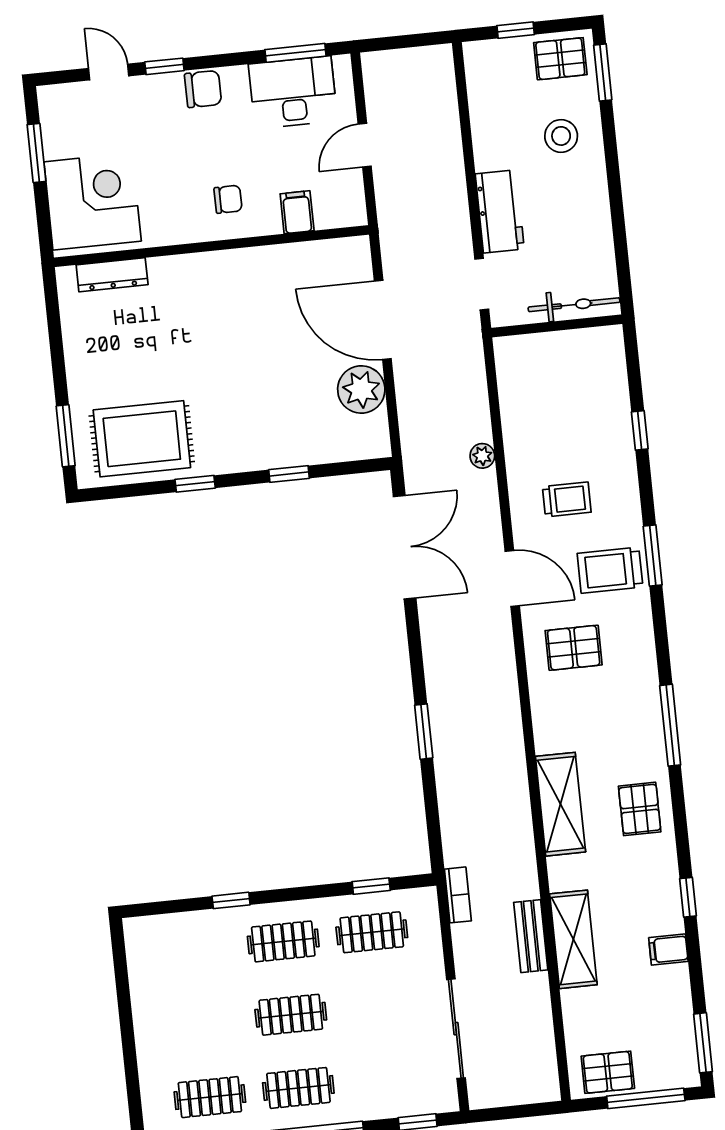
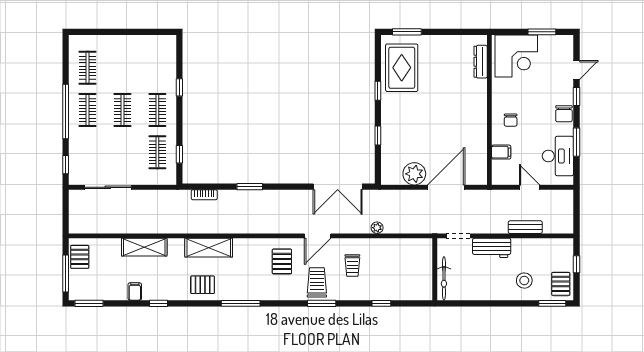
window: (295, 53) -> (577, 142), moved
bookcase: (458, 895) -> (204, 195), moved
bench: (531, 936) -> (525, 227), moved

